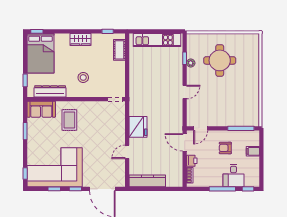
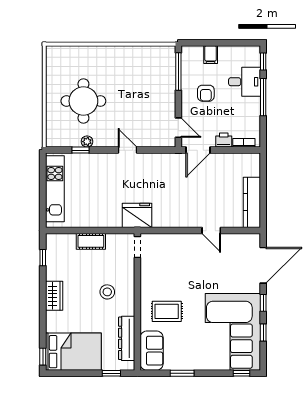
cot: (119, 50) -> (91, 241), moved
fridge: (138, 127) -> (137, 215), moved

